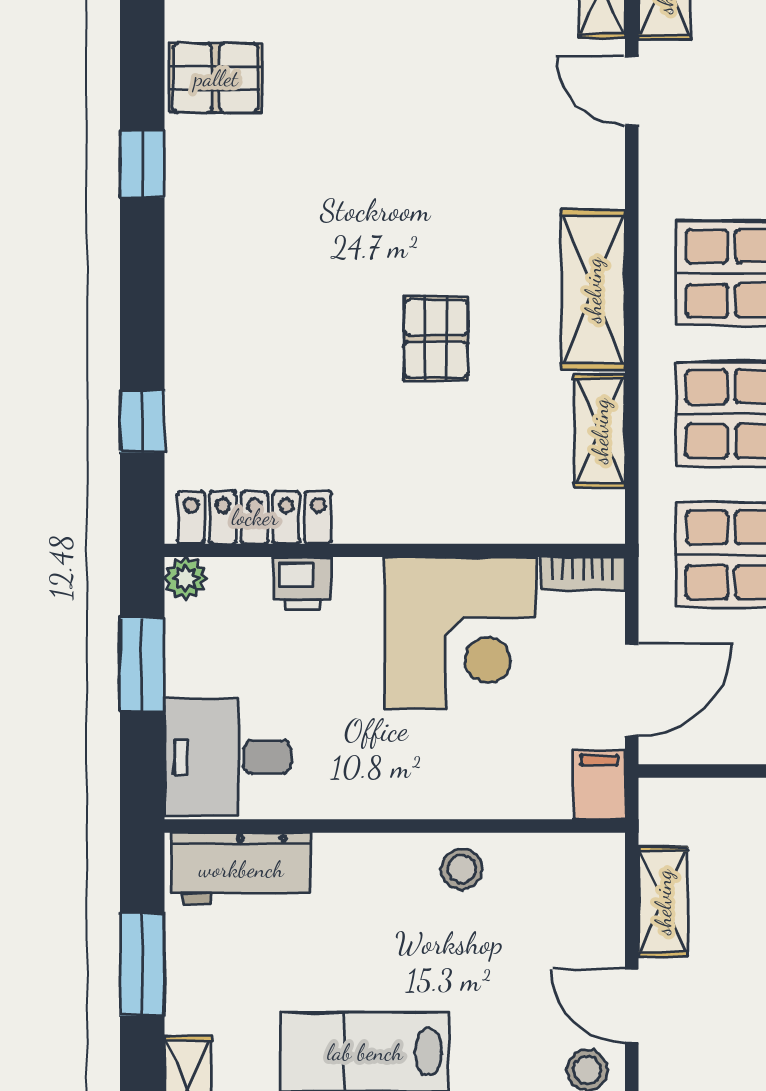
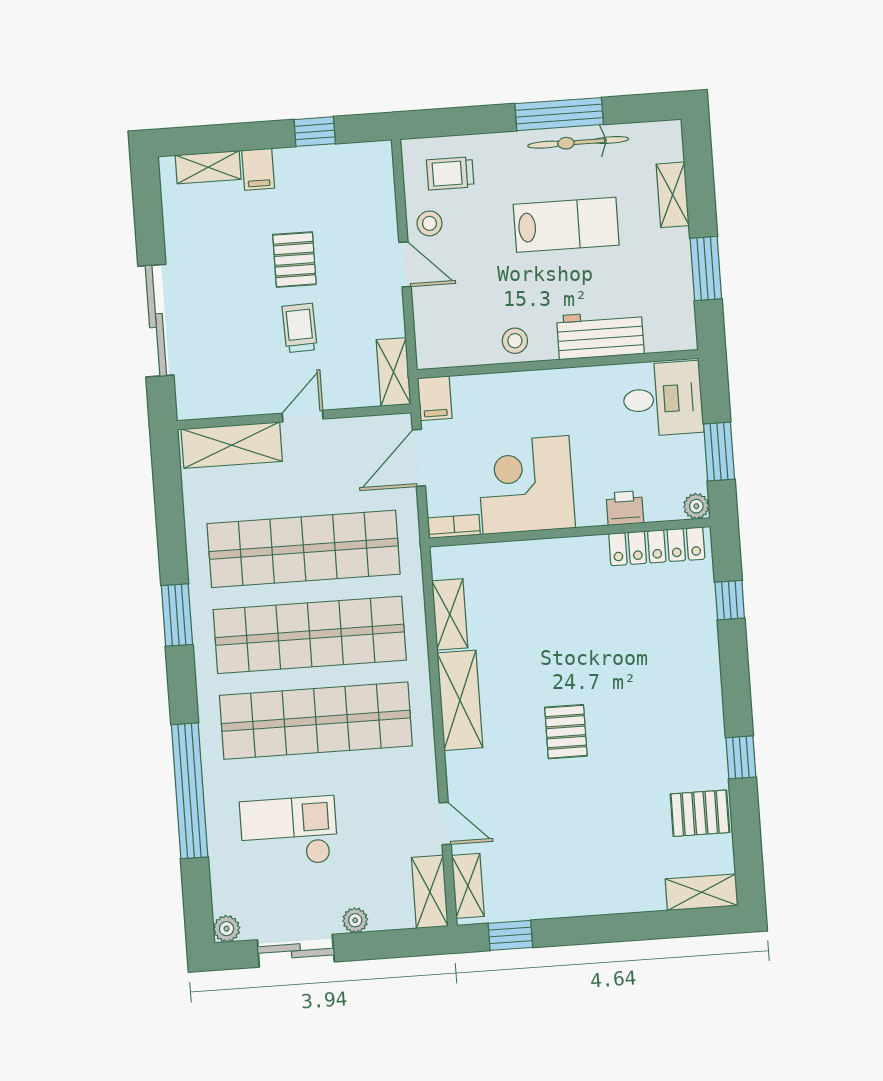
pallet: (436, 339) -> (566, 732), moved
workbench: (241, 869) -> (600, 335), moved
shelving: (663, 902) -> (394, 372), moved

